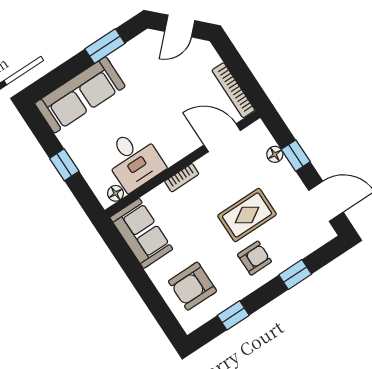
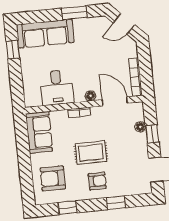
window: (64, 165) -> (13, 50), moved
floor lamp: (116, 193) -> (90, 96), moved
rug: (247, 215) -> (91, 153), moved

